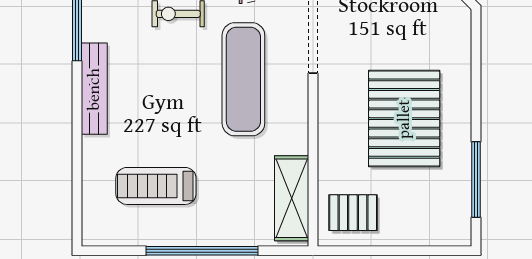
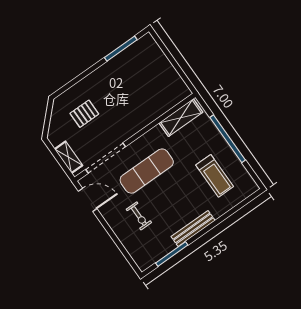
pallet: (404, 119) -> (84, 114), moved, width x0.49, depth x0.50
pallet: (353, 213) -> (169, 89), removed

